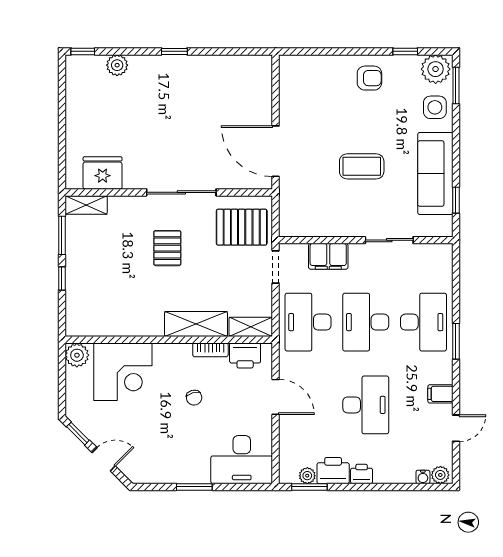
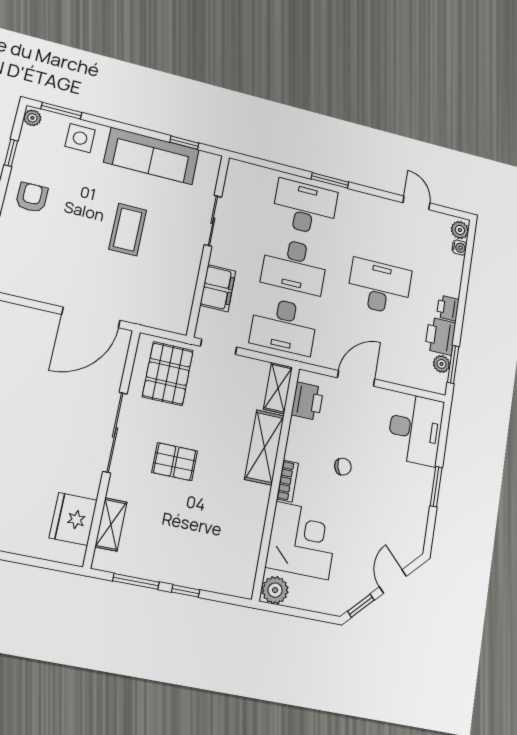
plant: (436, 69) -> (32, 118), width x0.53, depth x0.53
shelving: (86, 205) -> (111, 524), moved
bookcase: (210, 350) -> (288, 481), moved
filing cabinet: (440, 394) -> (380, 209), removed

